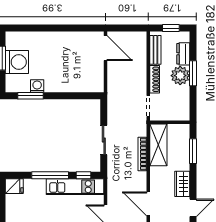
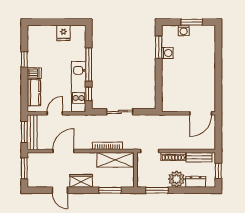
washing machine: (17, 62) -> (184, 30), width x0.53, depth x0.53
window: (193, 73) -> (157, 190), moved
fridge: (14, 186) -> (63, 33), moved

